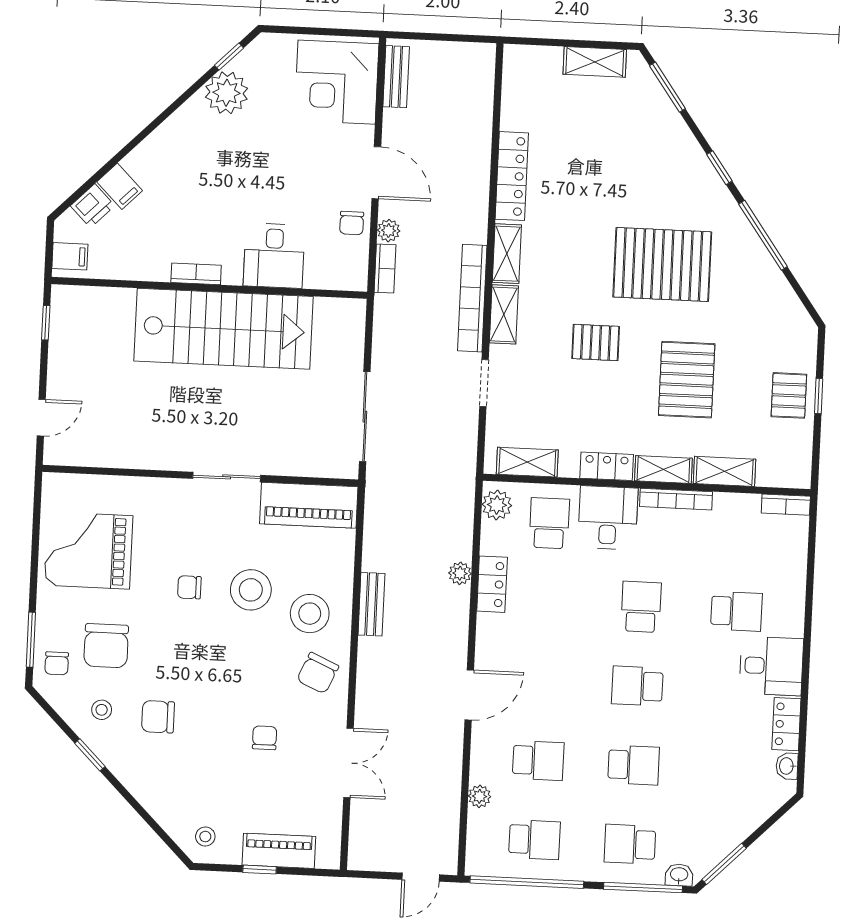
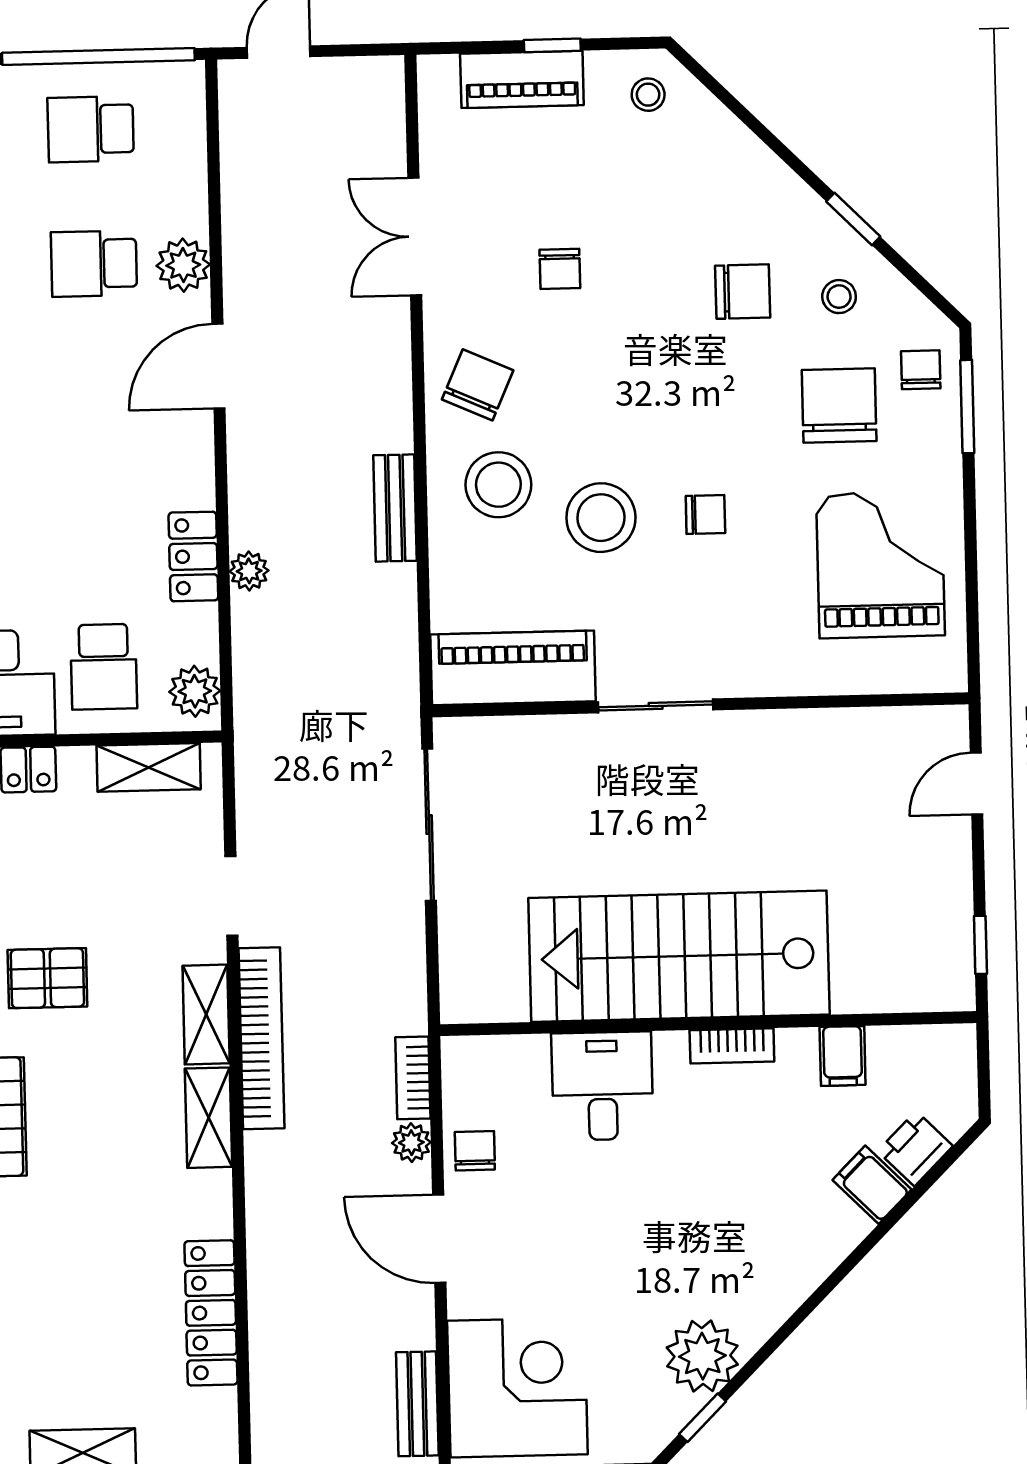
locker: (512, 176) -> (211, 1313), moved
filing cabinet: (70, 256) -> (843, 1056), moved, turned -90
grand piano: (88, 550) -> (881, 565), turned -90
plant: (480, 796) -> (183, 265), moved, width x1.38, depth x1.38

